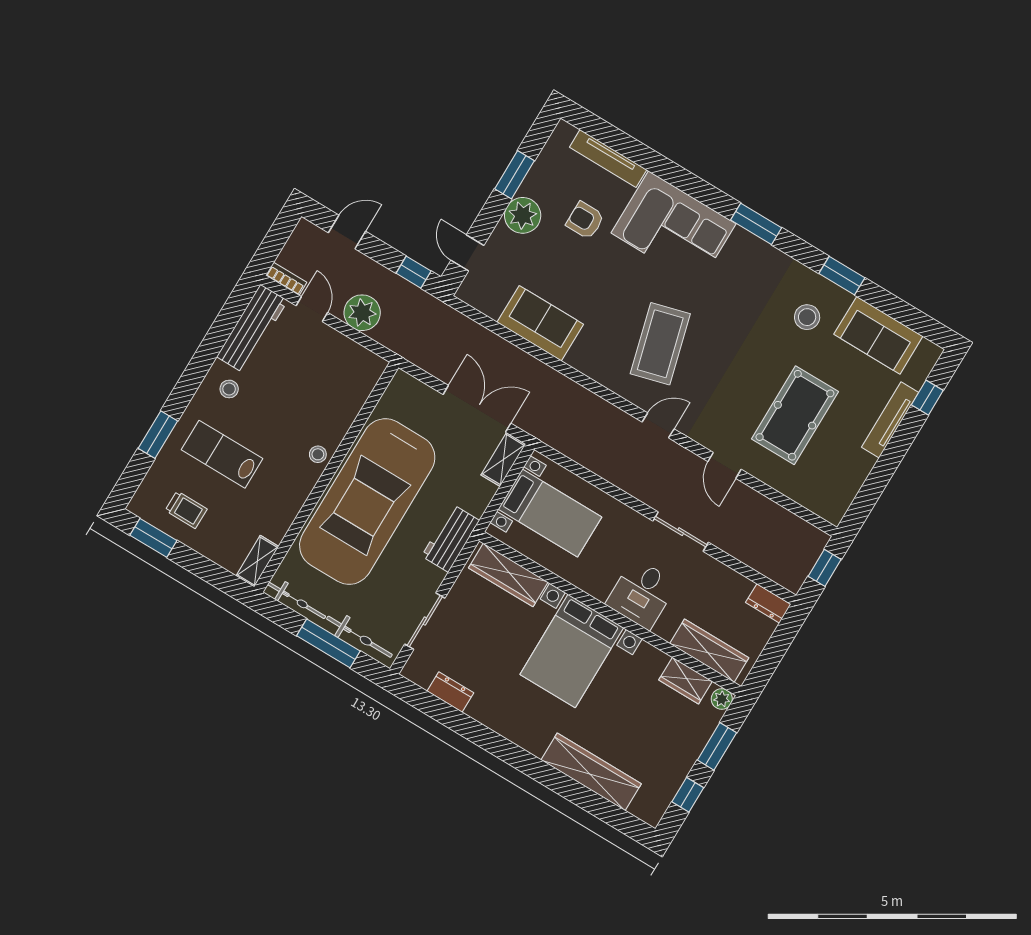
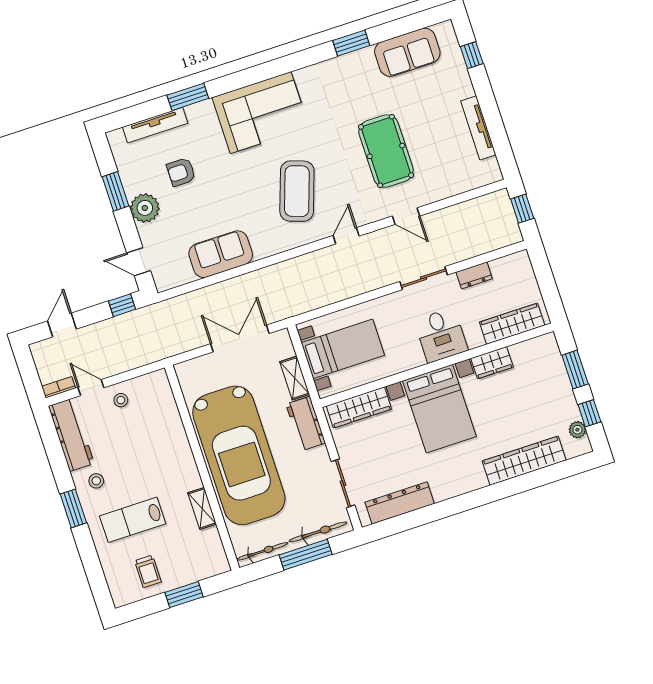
window: (756, 224) -> (188, 97), moved
corner sofa: (674, 228) -> (261, 113), moved
plant: (362, 313) -> (120, 358), removed
stool: (807, 317) -> (358, 86), removed
coffee table: (660, 344) -> (297, 191), turned 34
pool table: (795, 415) -> (386, 151), moved
tv unit: (890, 420) -> (478, 128), moved
window: (158, 435) -> (73, 508), moved
stool: (318, 454) -> (121, 400), moved
shelving: (503, 460) -> (295, 378), moved
trolley: (186, 510) -> (148, 571), turned 90
window: (153, 538) -> (184, 595), moved
shelving: (257, 561) -> (202, 508), moved
dresser: (768, 603) -> (474, 275), moved
wardrobe: (686, 681) -> (492, 363), moved
dresser: (450, 692) -> (400, 503), width x1.96, depth x1.24
plant: (722, 699) -> (577, 430), moved

